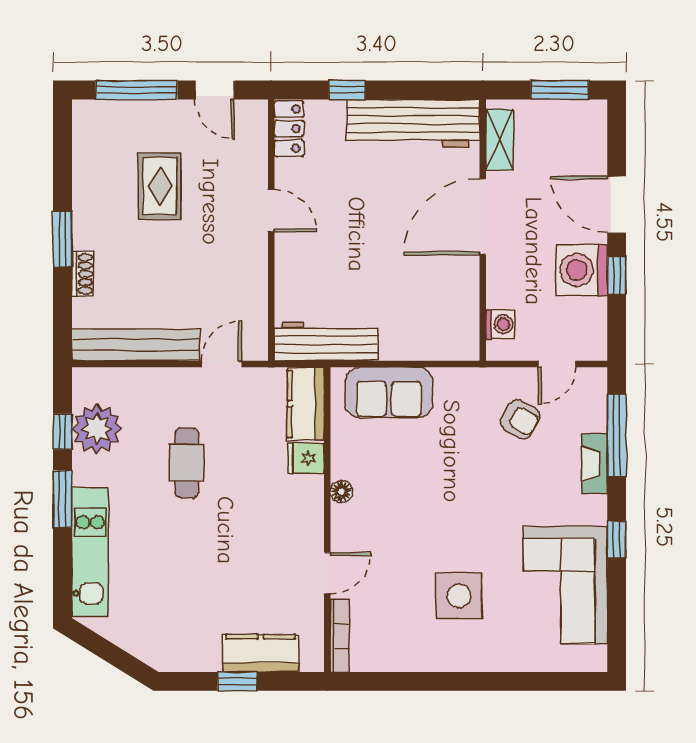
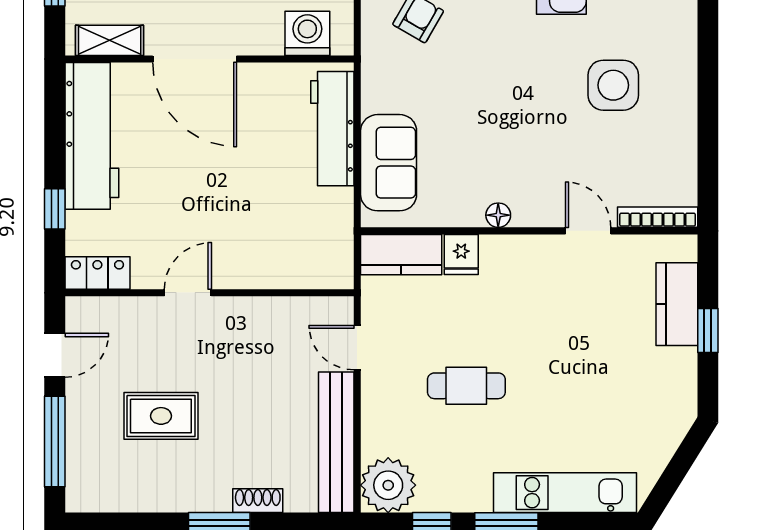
washing machine: (501, 324) -> (307, 33), width x1.38, depth x1.38
workbench: (326, 341) -> (332, 129), moved
plant: (97, 429) -> (388, 485), moved

